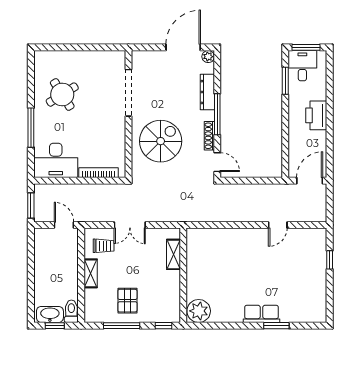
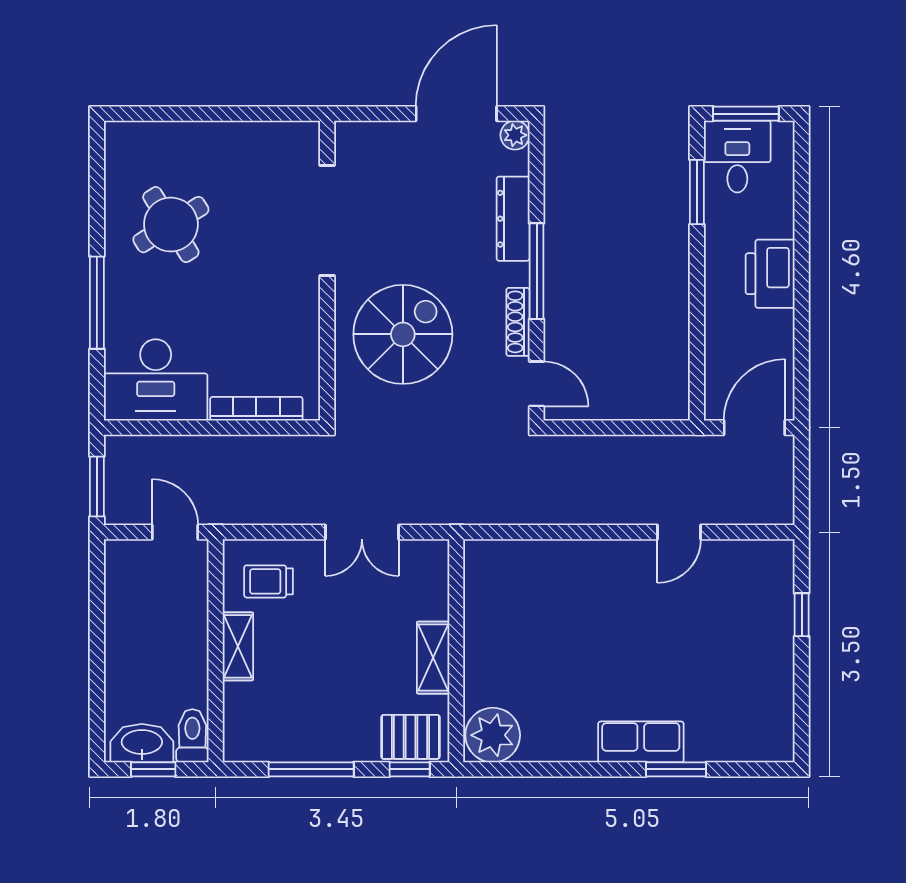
double door: (130, 225) -> (362, 532), moved
trolley: (104, 246) -> (269, 581), turned 180
shelving: (173, 254) -> (433, 658), moved
pallet: (127, 301) -> (410, 737), moved, turned 90

